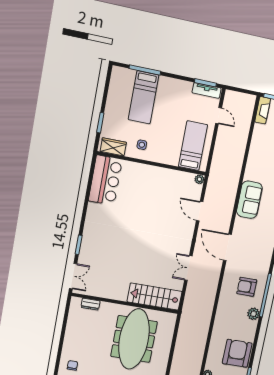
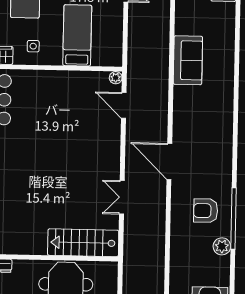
bed: (193, 146) -> (77, 35), moved
sofa: (249, 200) -> (188, 60), moved
door: (200, 211) -> (124, 105), moved

